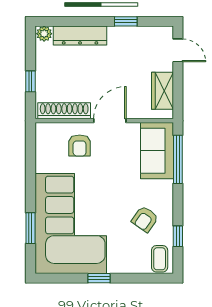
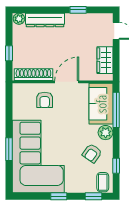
plant: (163, 190) -> (106, 133), added
window: (30, 228) -> (9, 149), moved
window: (147, 278) -> (93, 196), added

